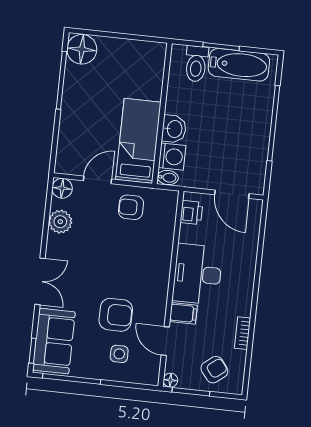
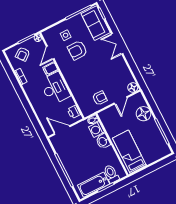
floor lamp: (82, 49) -> (144, 114), moved
bed: (138, 141) -> (129, 152), moved, turned 180
plant: (60, 222) -> (125, 73), removed
door: (165, 341) -> (50, 53), swing flipped

